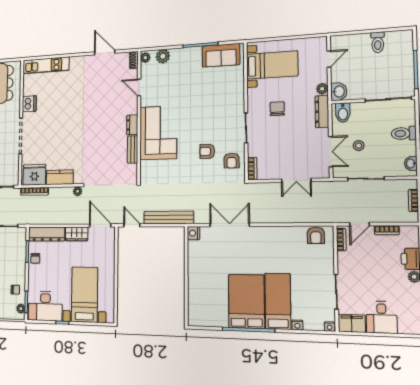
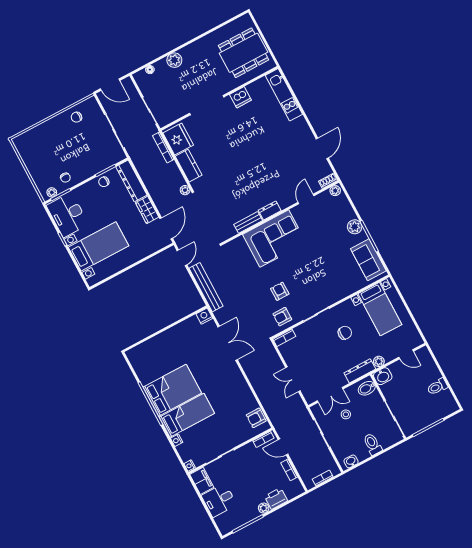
plant: (163, 56) -> (355, 227), moved

